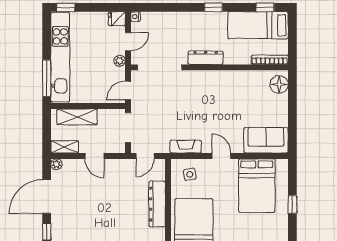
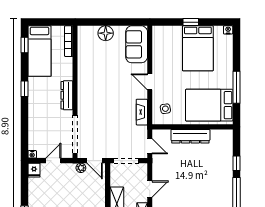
door: (128, 42) -> (53, 161), hinge flipped
plant: (120, 61) -> (81, 168), moved
floor lamp: (279, 84) -> (106, 33), moved
door: (221, 156) -> (150, 82), hinge flipped
bed: (257, 186) -> (198, 48), moved, turned 90

